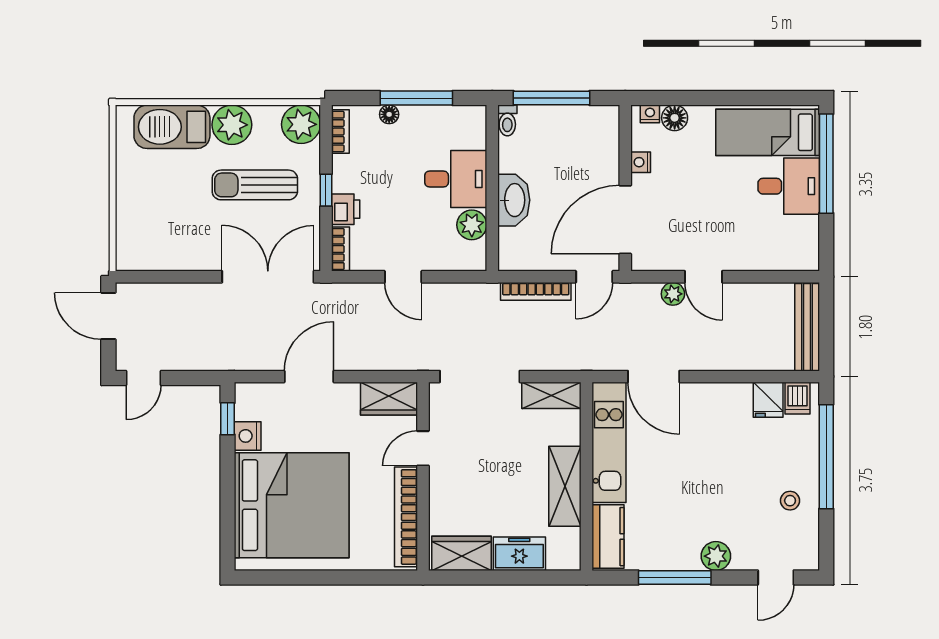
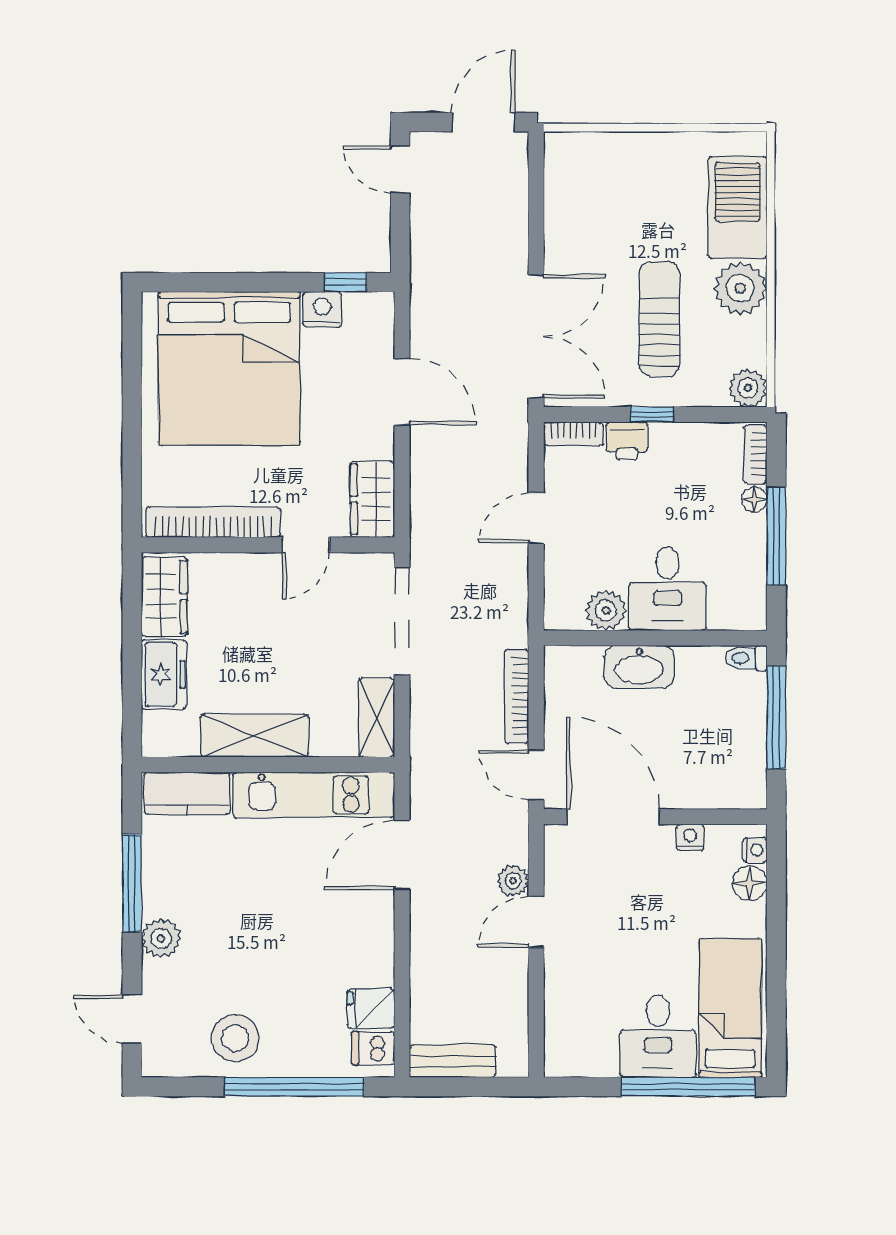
plant: (301, 124) -> (748, 388), width x0.73, depth x0.73
bookcase: (340, 132) -> (755, 454), moved, turned 90
bench: (807, 327) -> (453, 1061), width x0.73
door: (423, 448) -> (306, 545), swing flipped
stool: (790, 501) -> (235, 1038), width x1.89, depth x1.89

